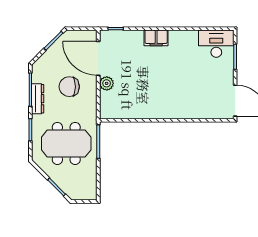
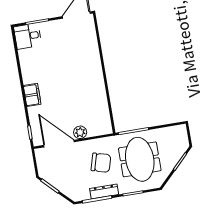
desk: (216, 44) -> (28, 36), width x0.73
door: (98, 58) -> (59, 144), swing flipped
chair: (69, 87) -> (101, 163), moved, turned -74

